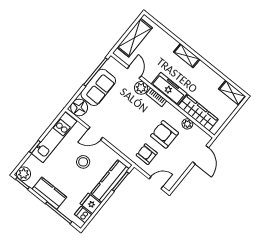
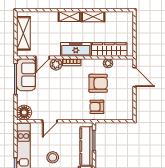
door: (134, 72) -> (43, 57), swing flipped
sofa: (98, 87) -> (26, 75), moved
shelving: (232, 93) -> (93, 17), moved
armchair: (165, 134) -> (98, 83), turned 180
stool: (83, 162) -> (53, 157), moved
door: (156, 183) -> (119, 121), removed

